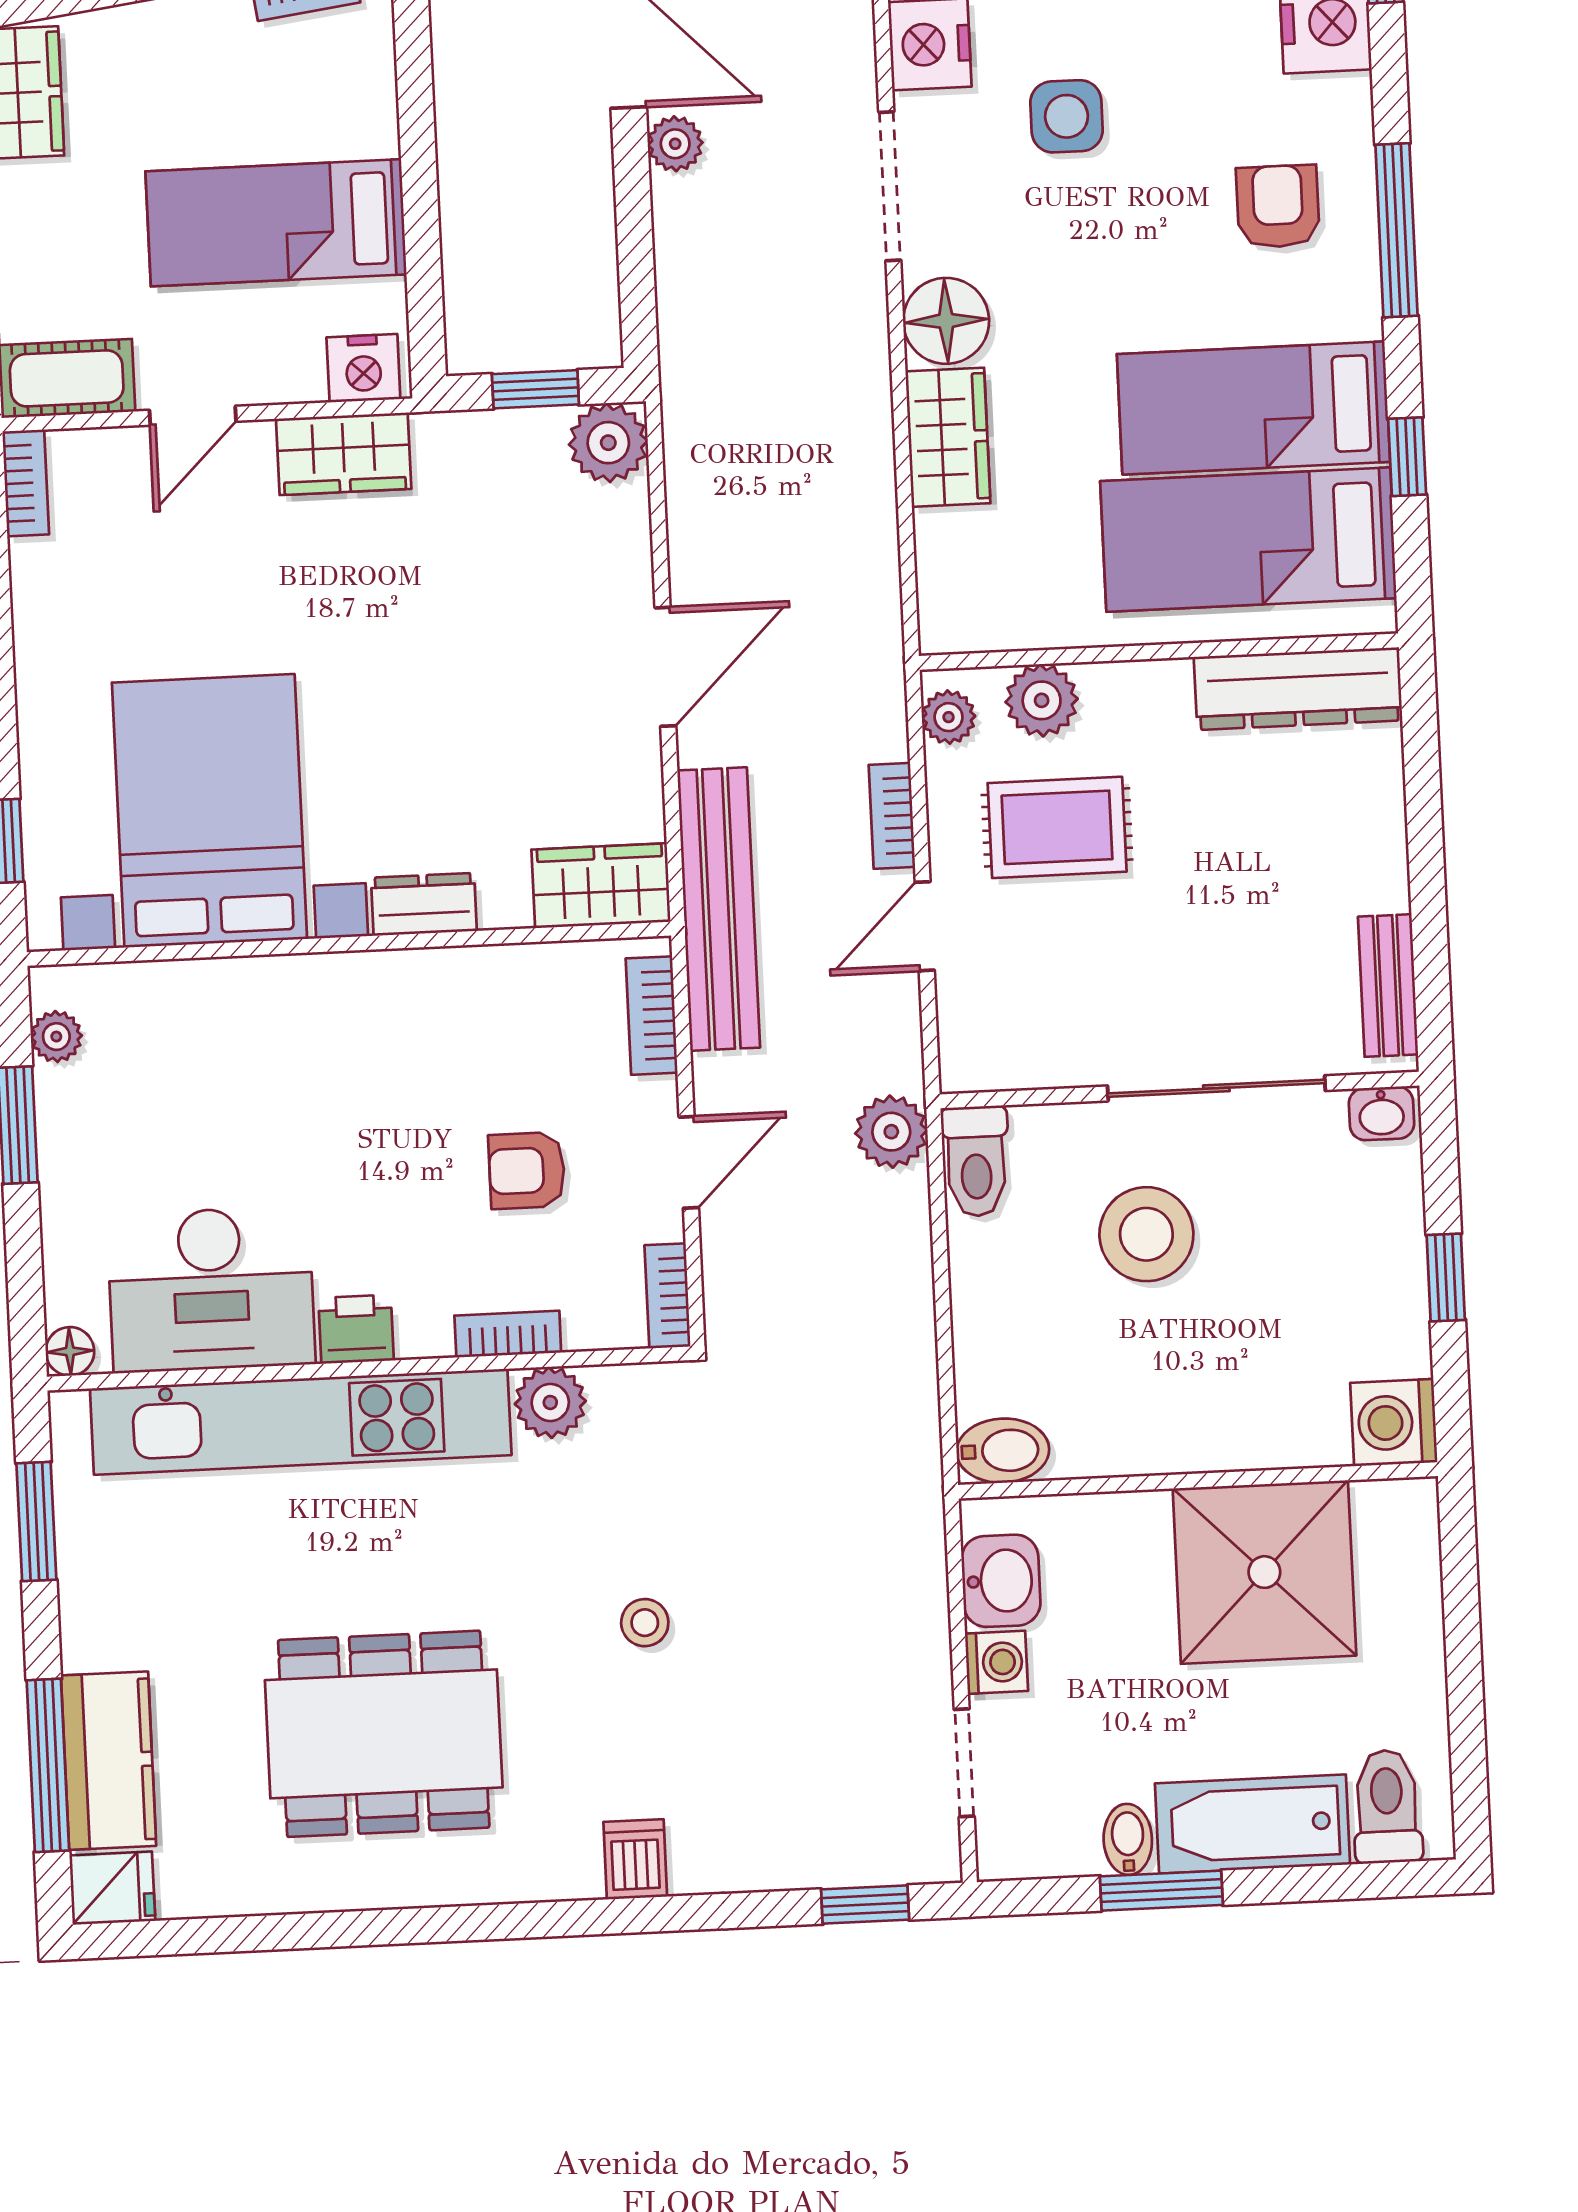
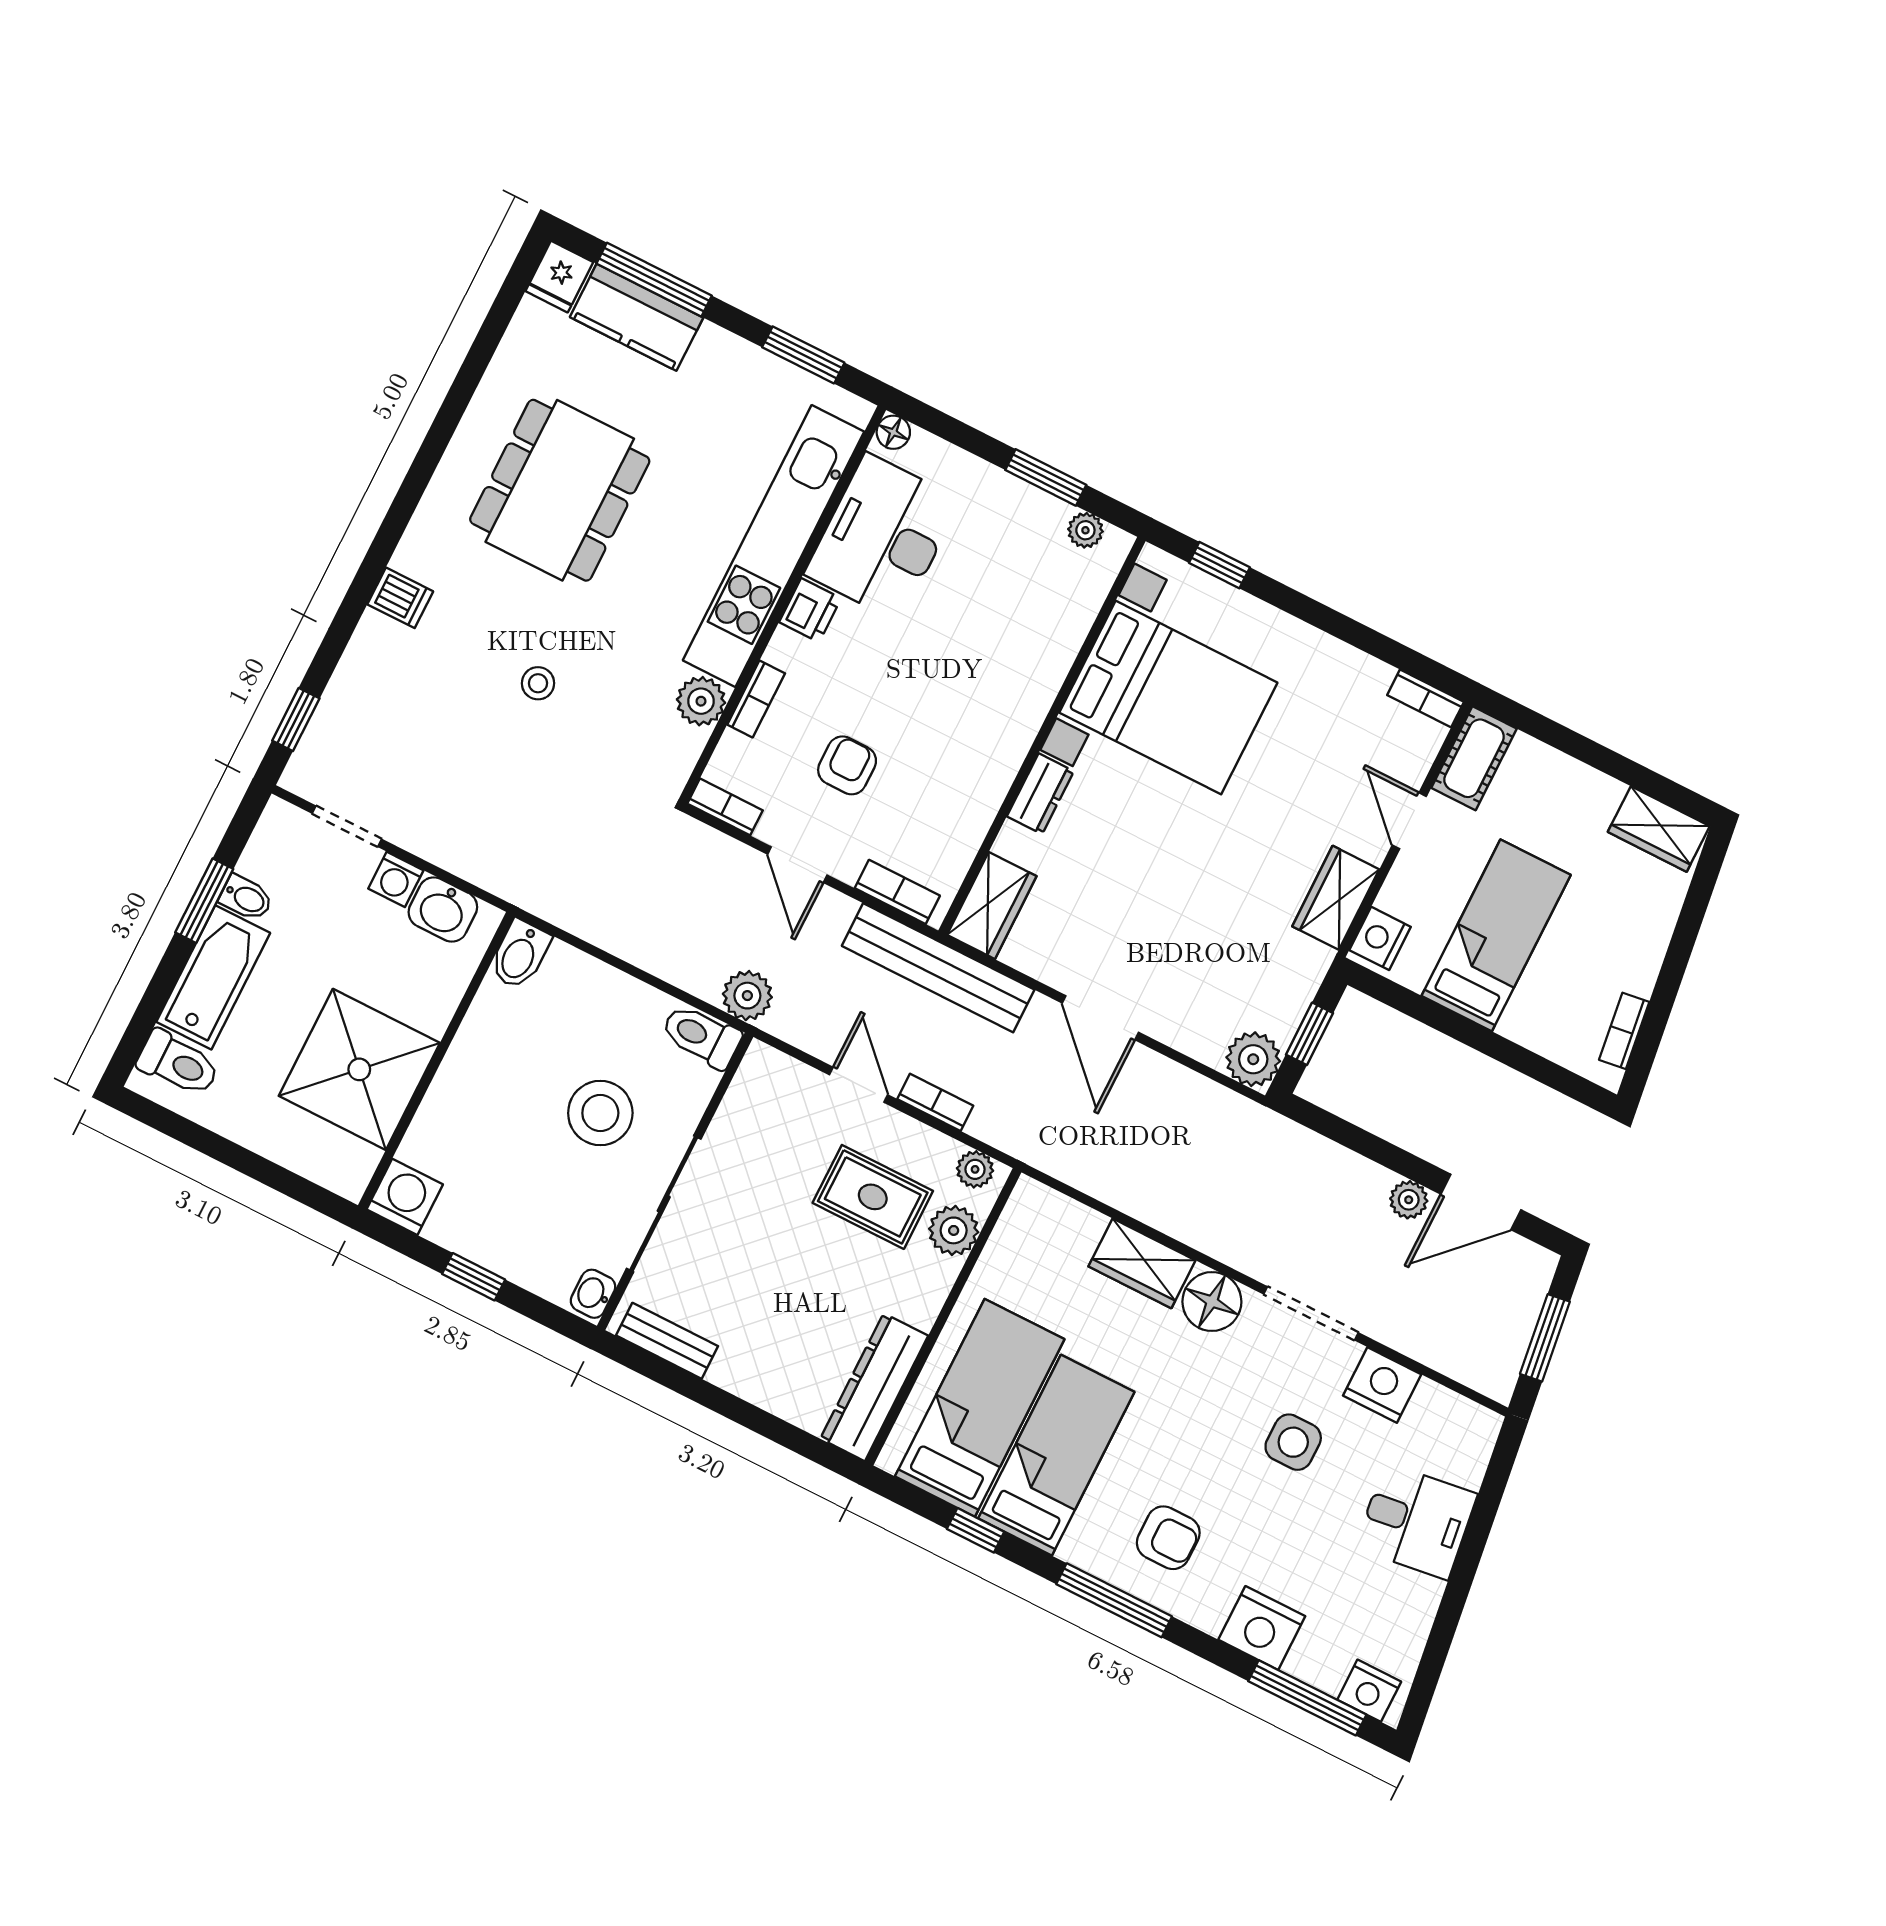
rug: (1057, 827) -> (873, 1197), turned 90

